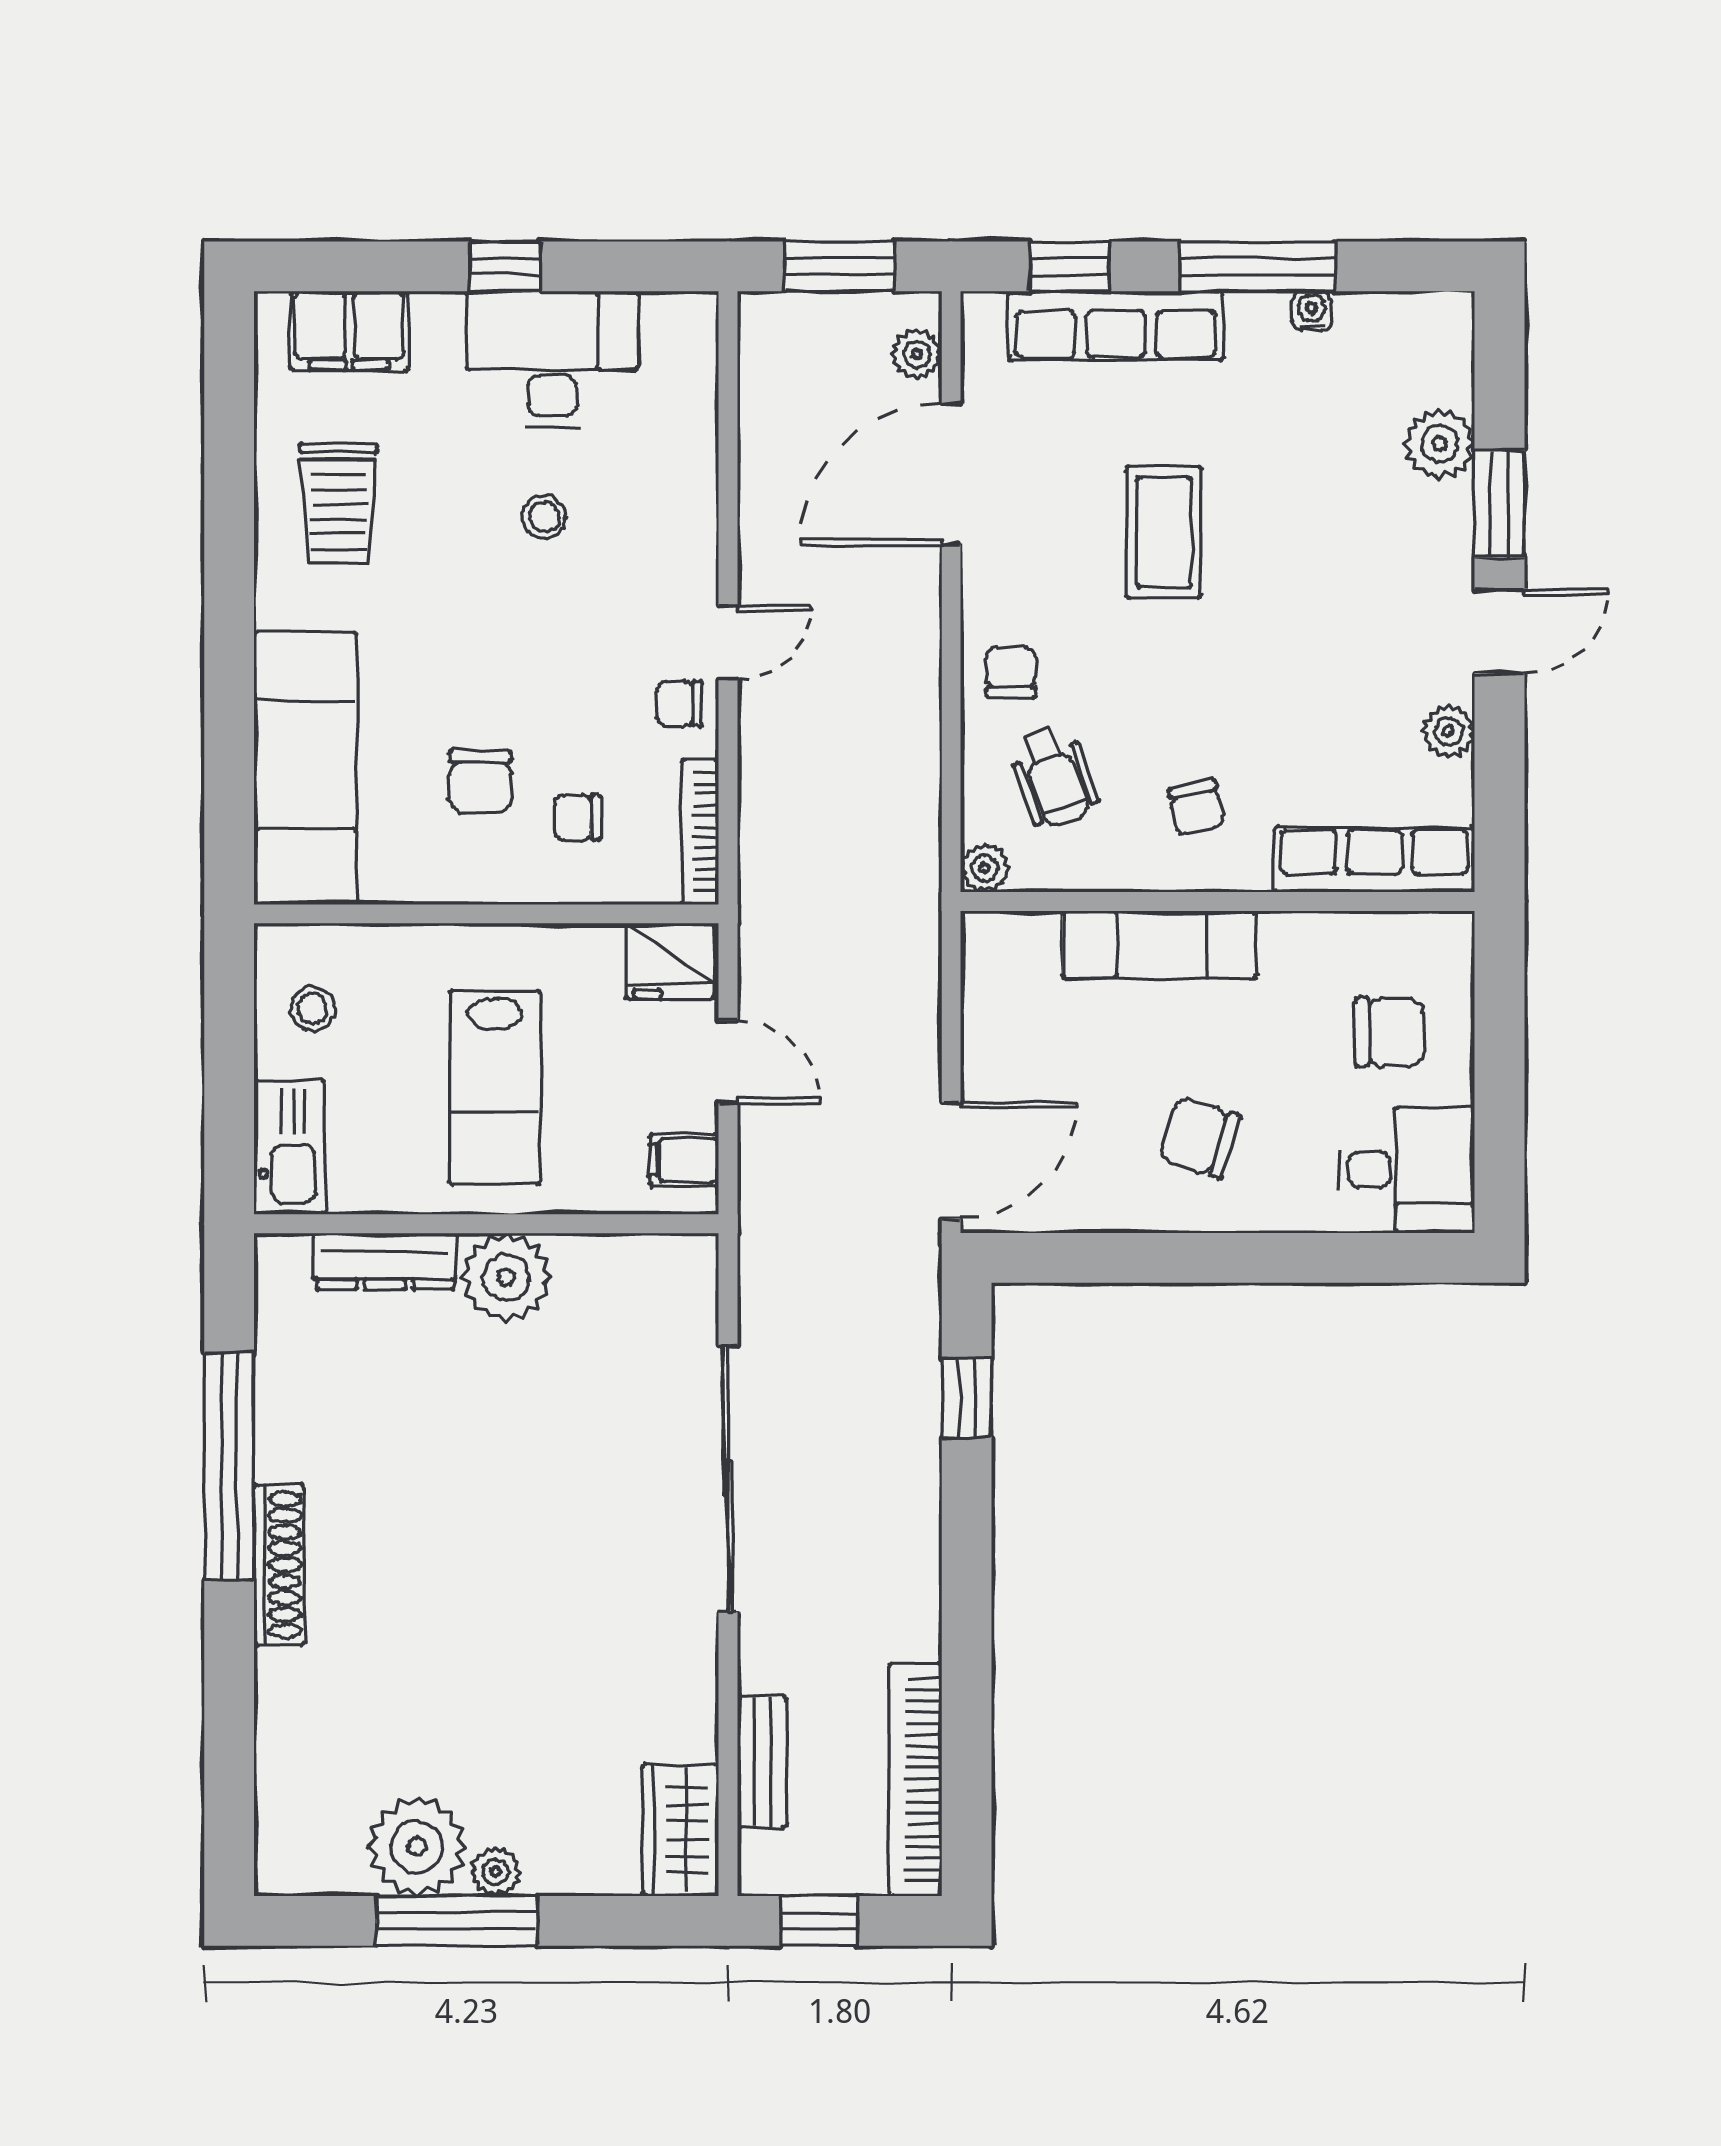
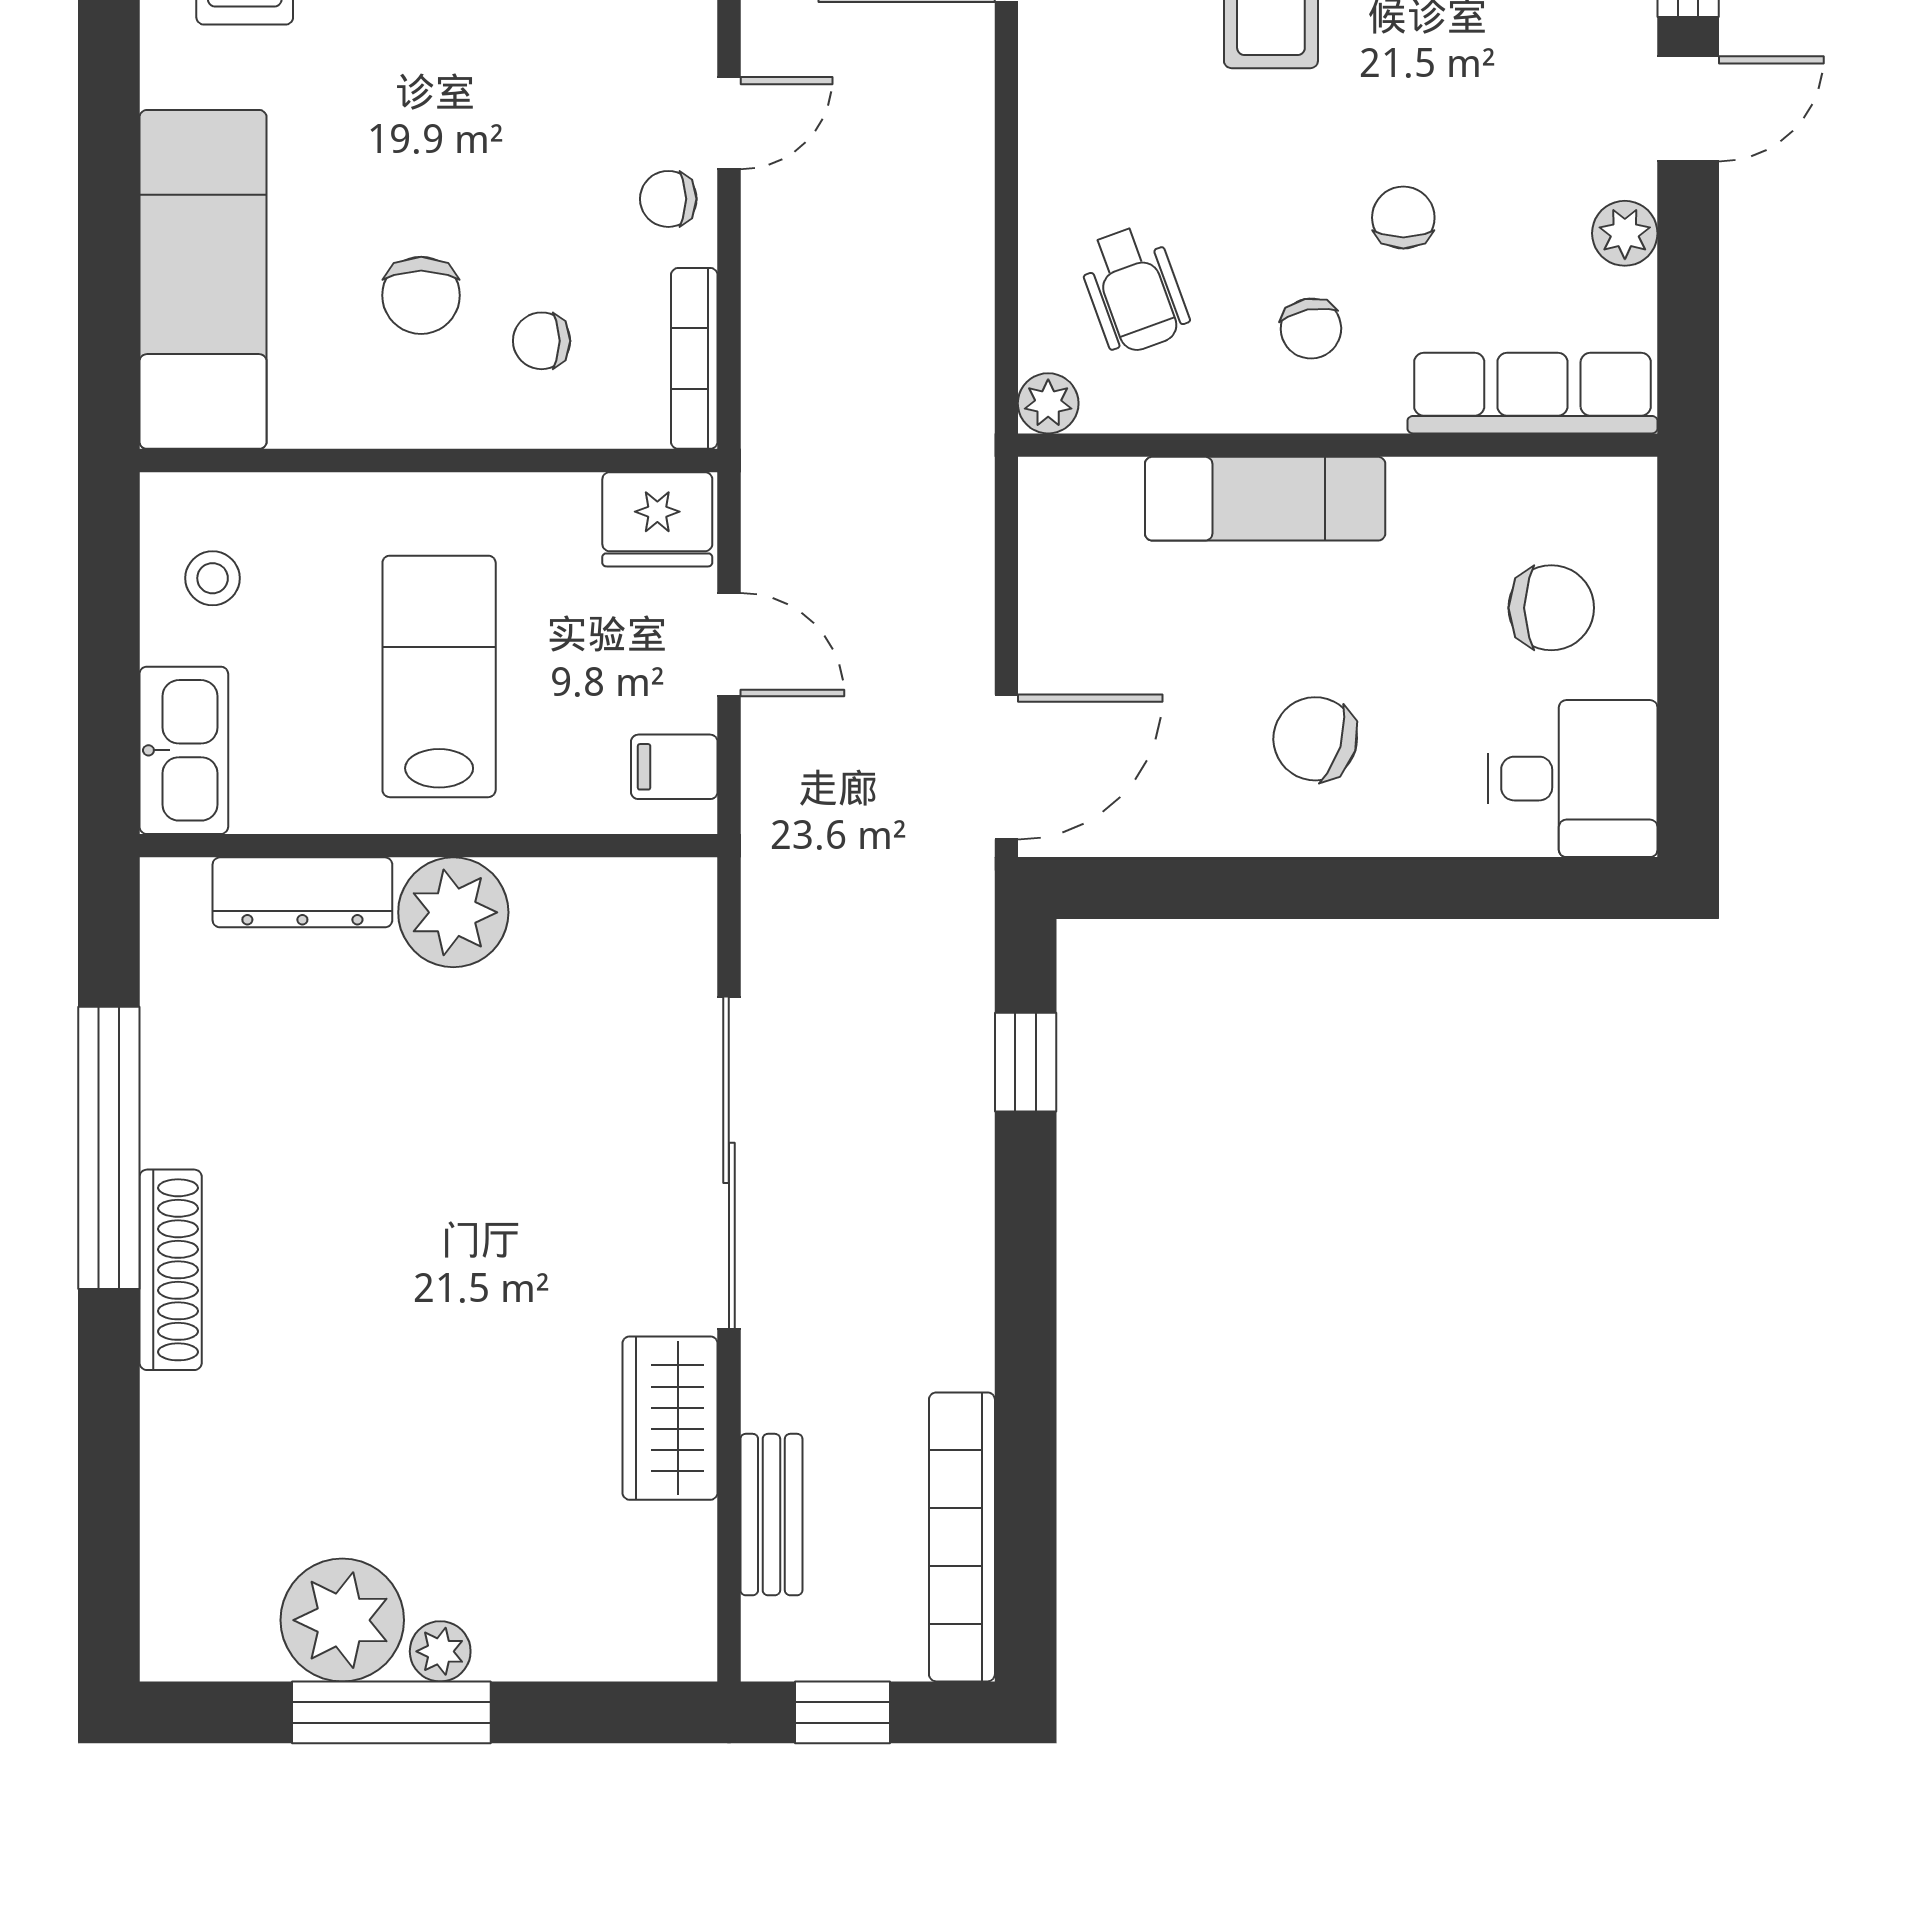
chair: (1011, 672) -> (1403, 218), moved
lab bench: (495, 1088) -> (439, 676), turned 180
wardrobe: (681, 1830) -> (670, 1418), moved

